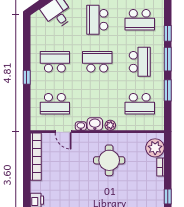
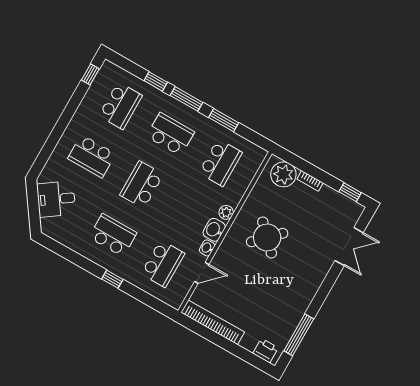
school desk: (55, 62) -> (113, 235), turned 90
round table: (109, 160) -> (267, 238), turned 45

